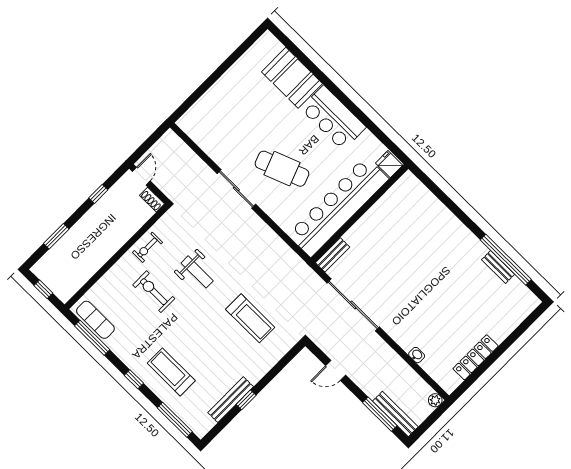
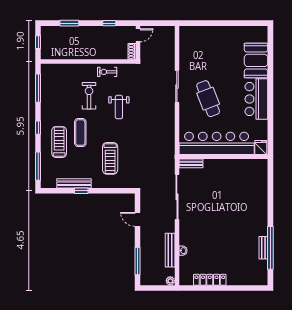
treadmill: (250, 318) -> (110, 158), moved
exercise mat: (95, 320) -> (80, 133), moved
bench: (395, 414) -> (170, 250), moved

